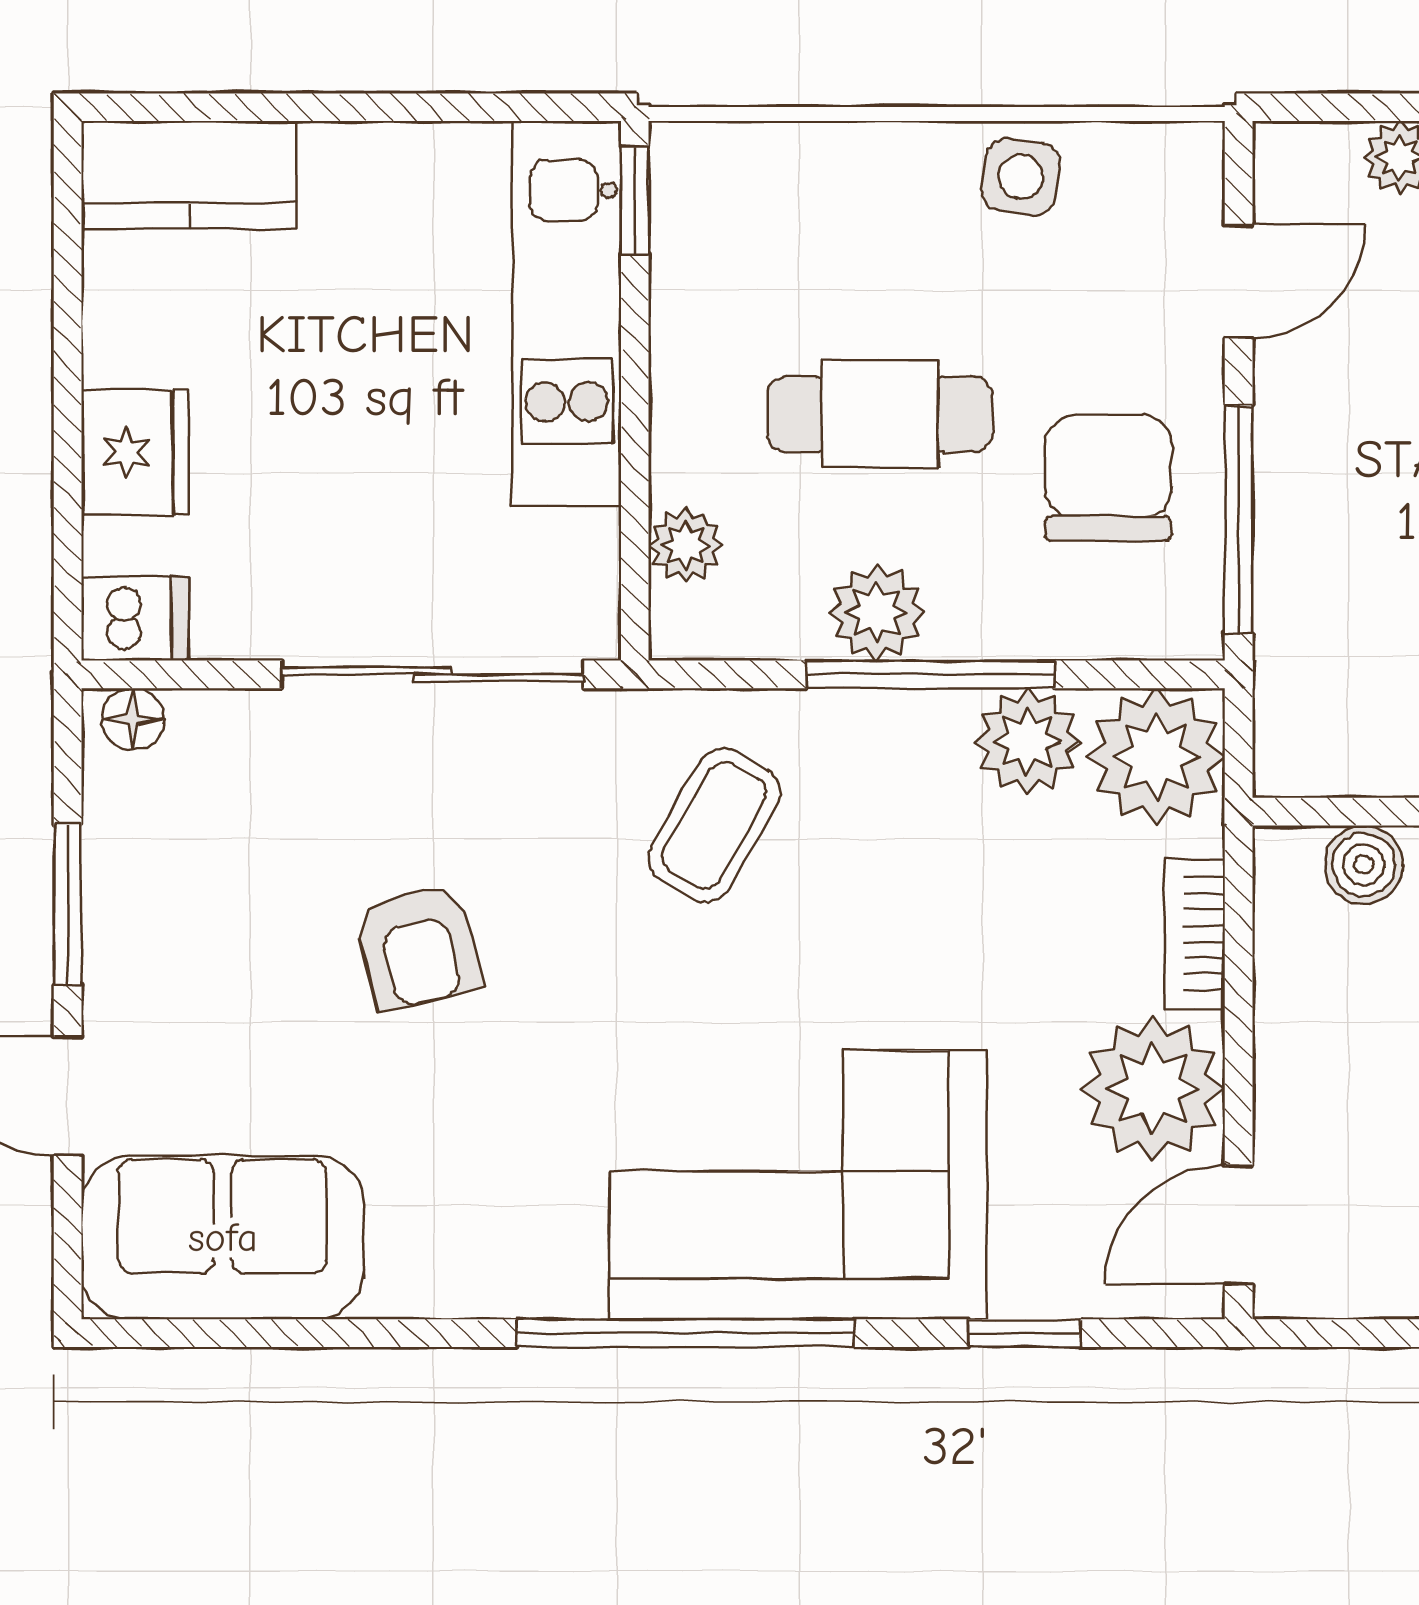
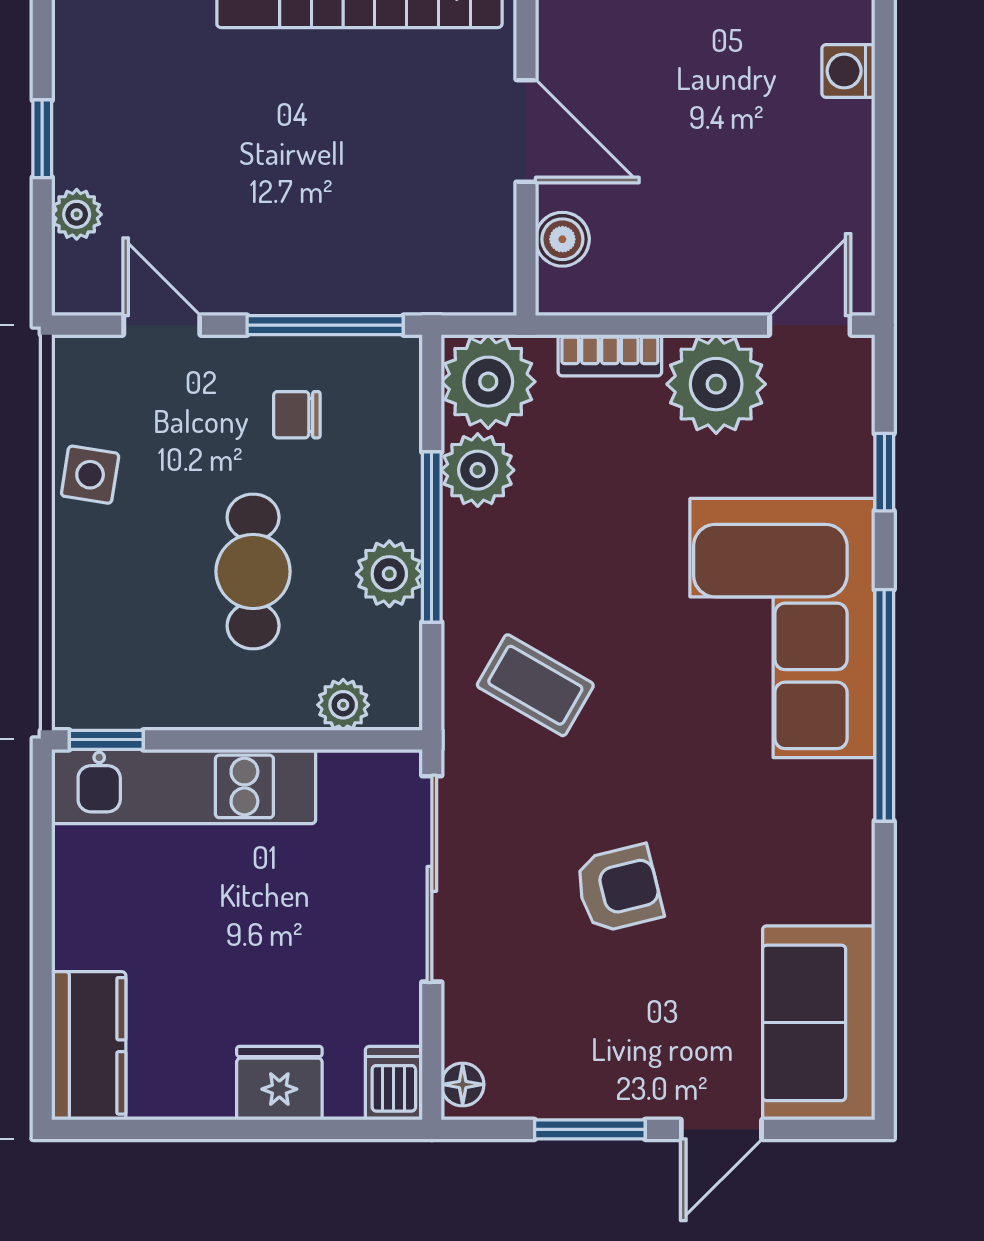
chair: (1108, 478) -> (297, 415), width x0.54, depth x0.54
door: (1239, 1225) -> (810, 325), swing flipped

